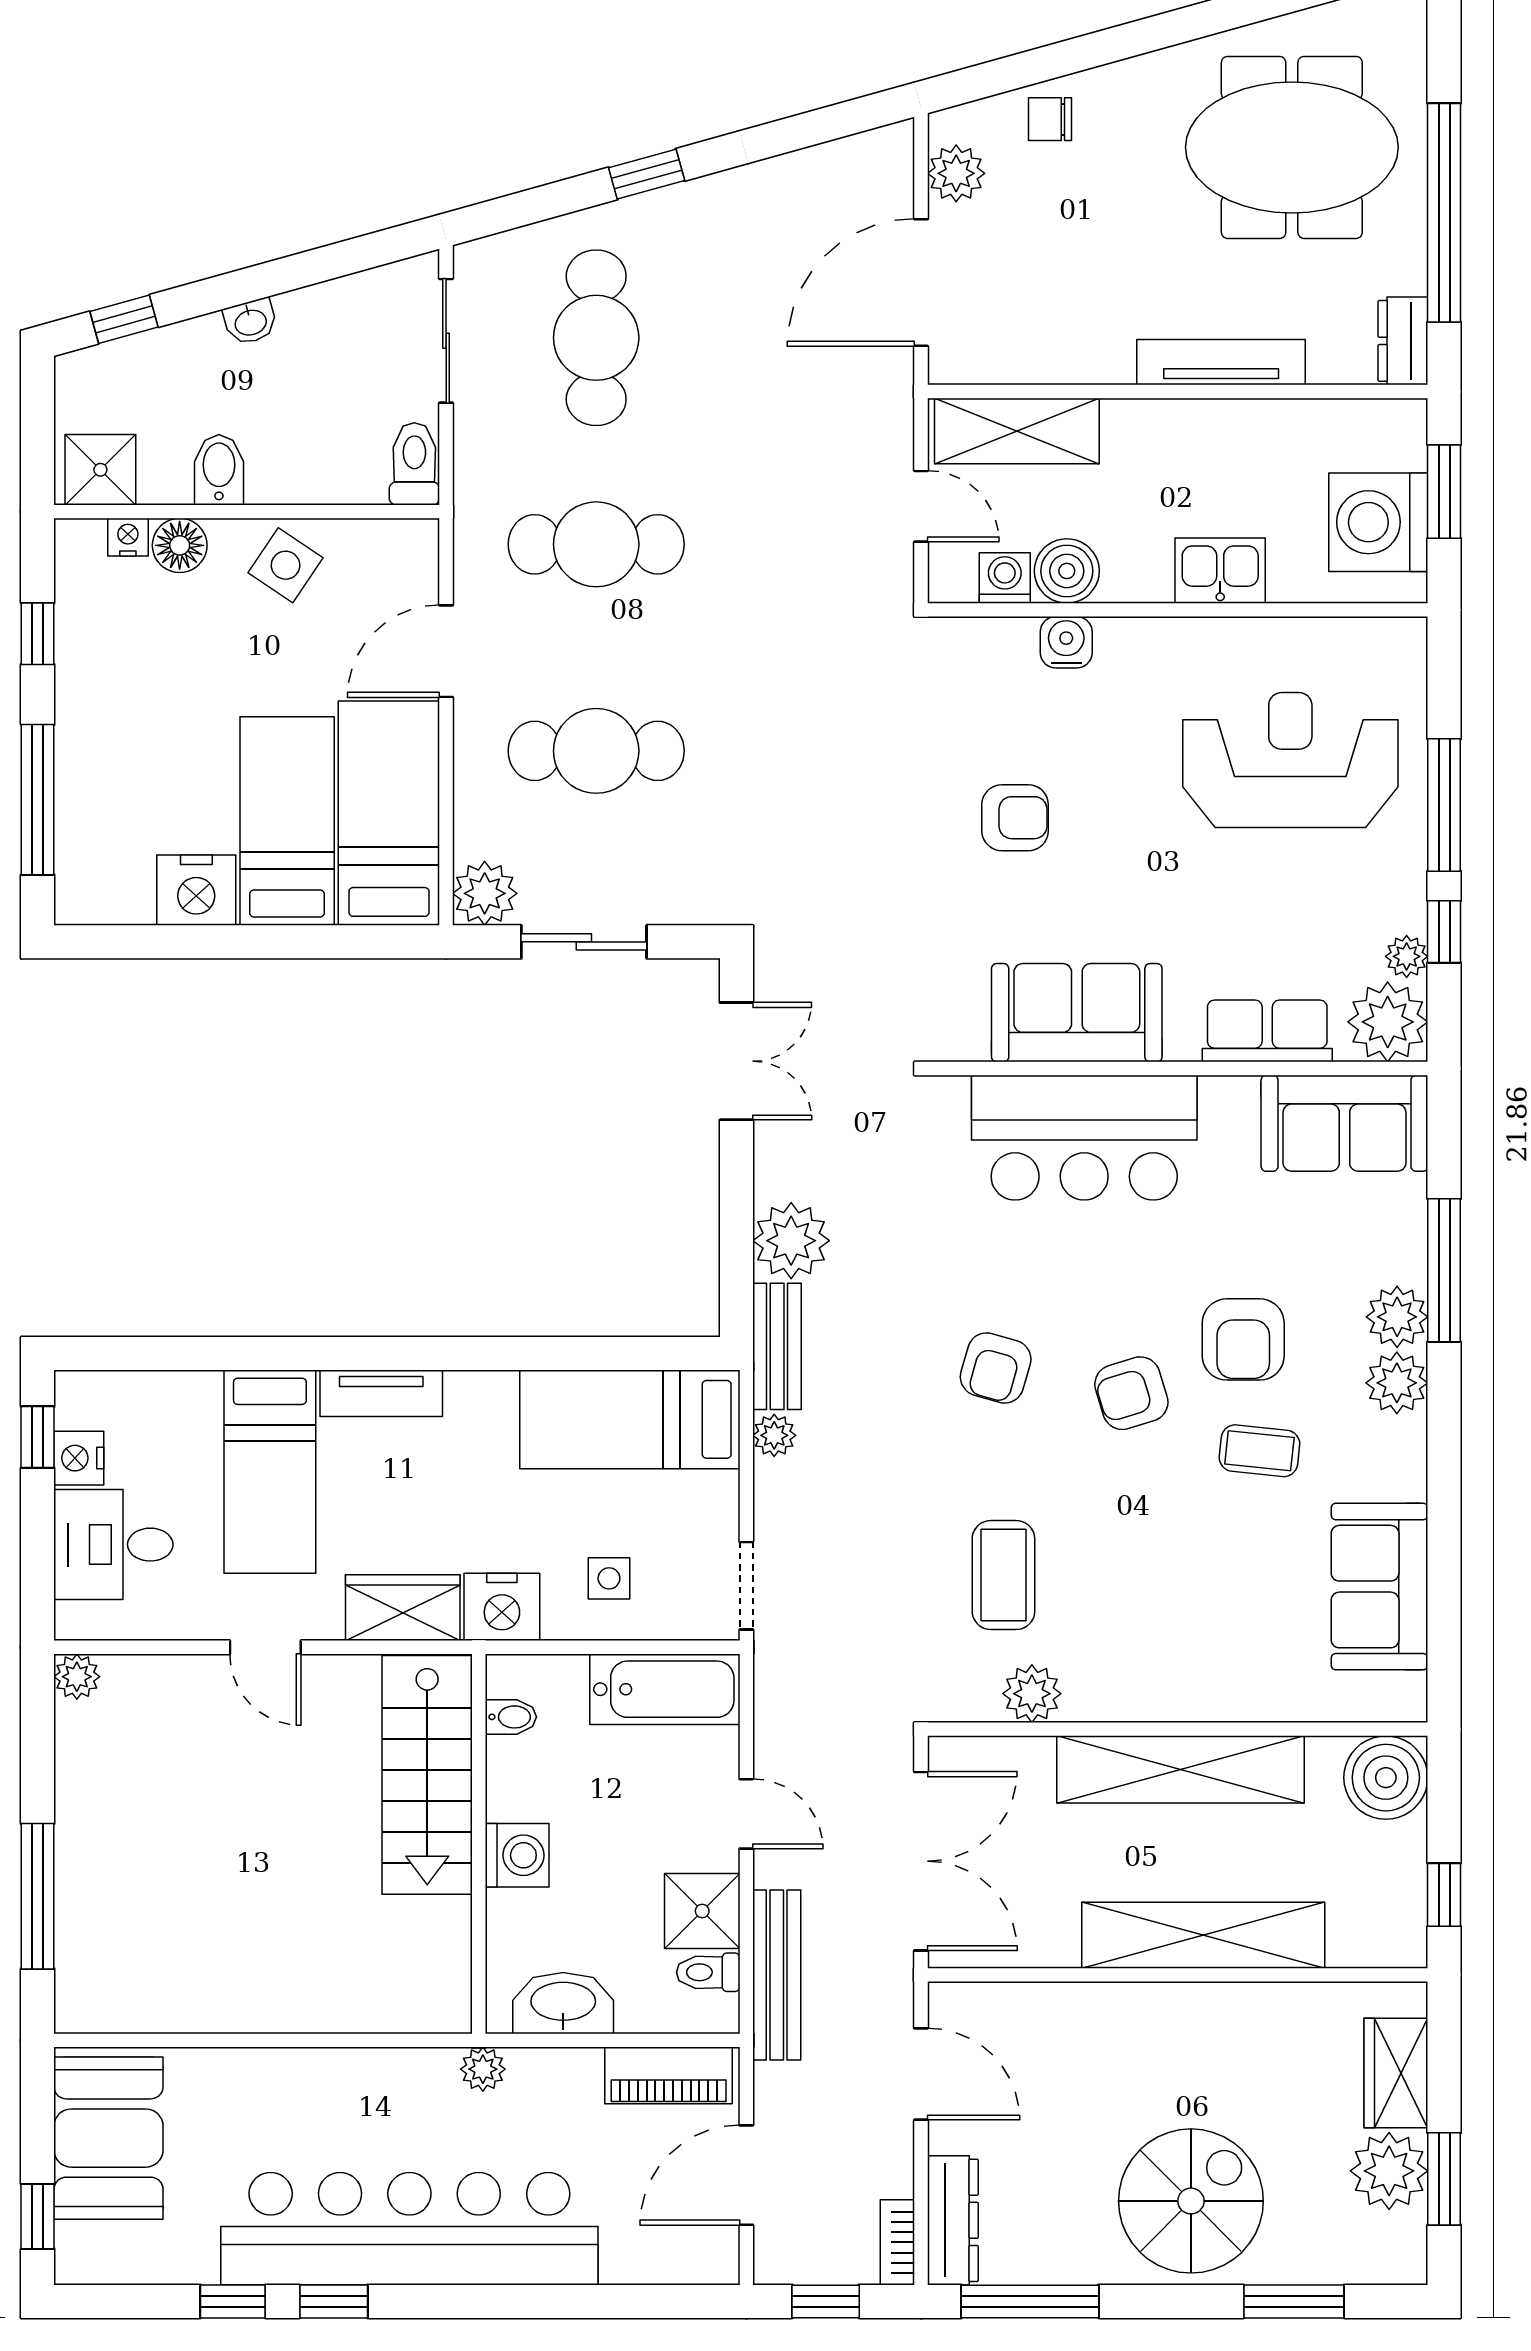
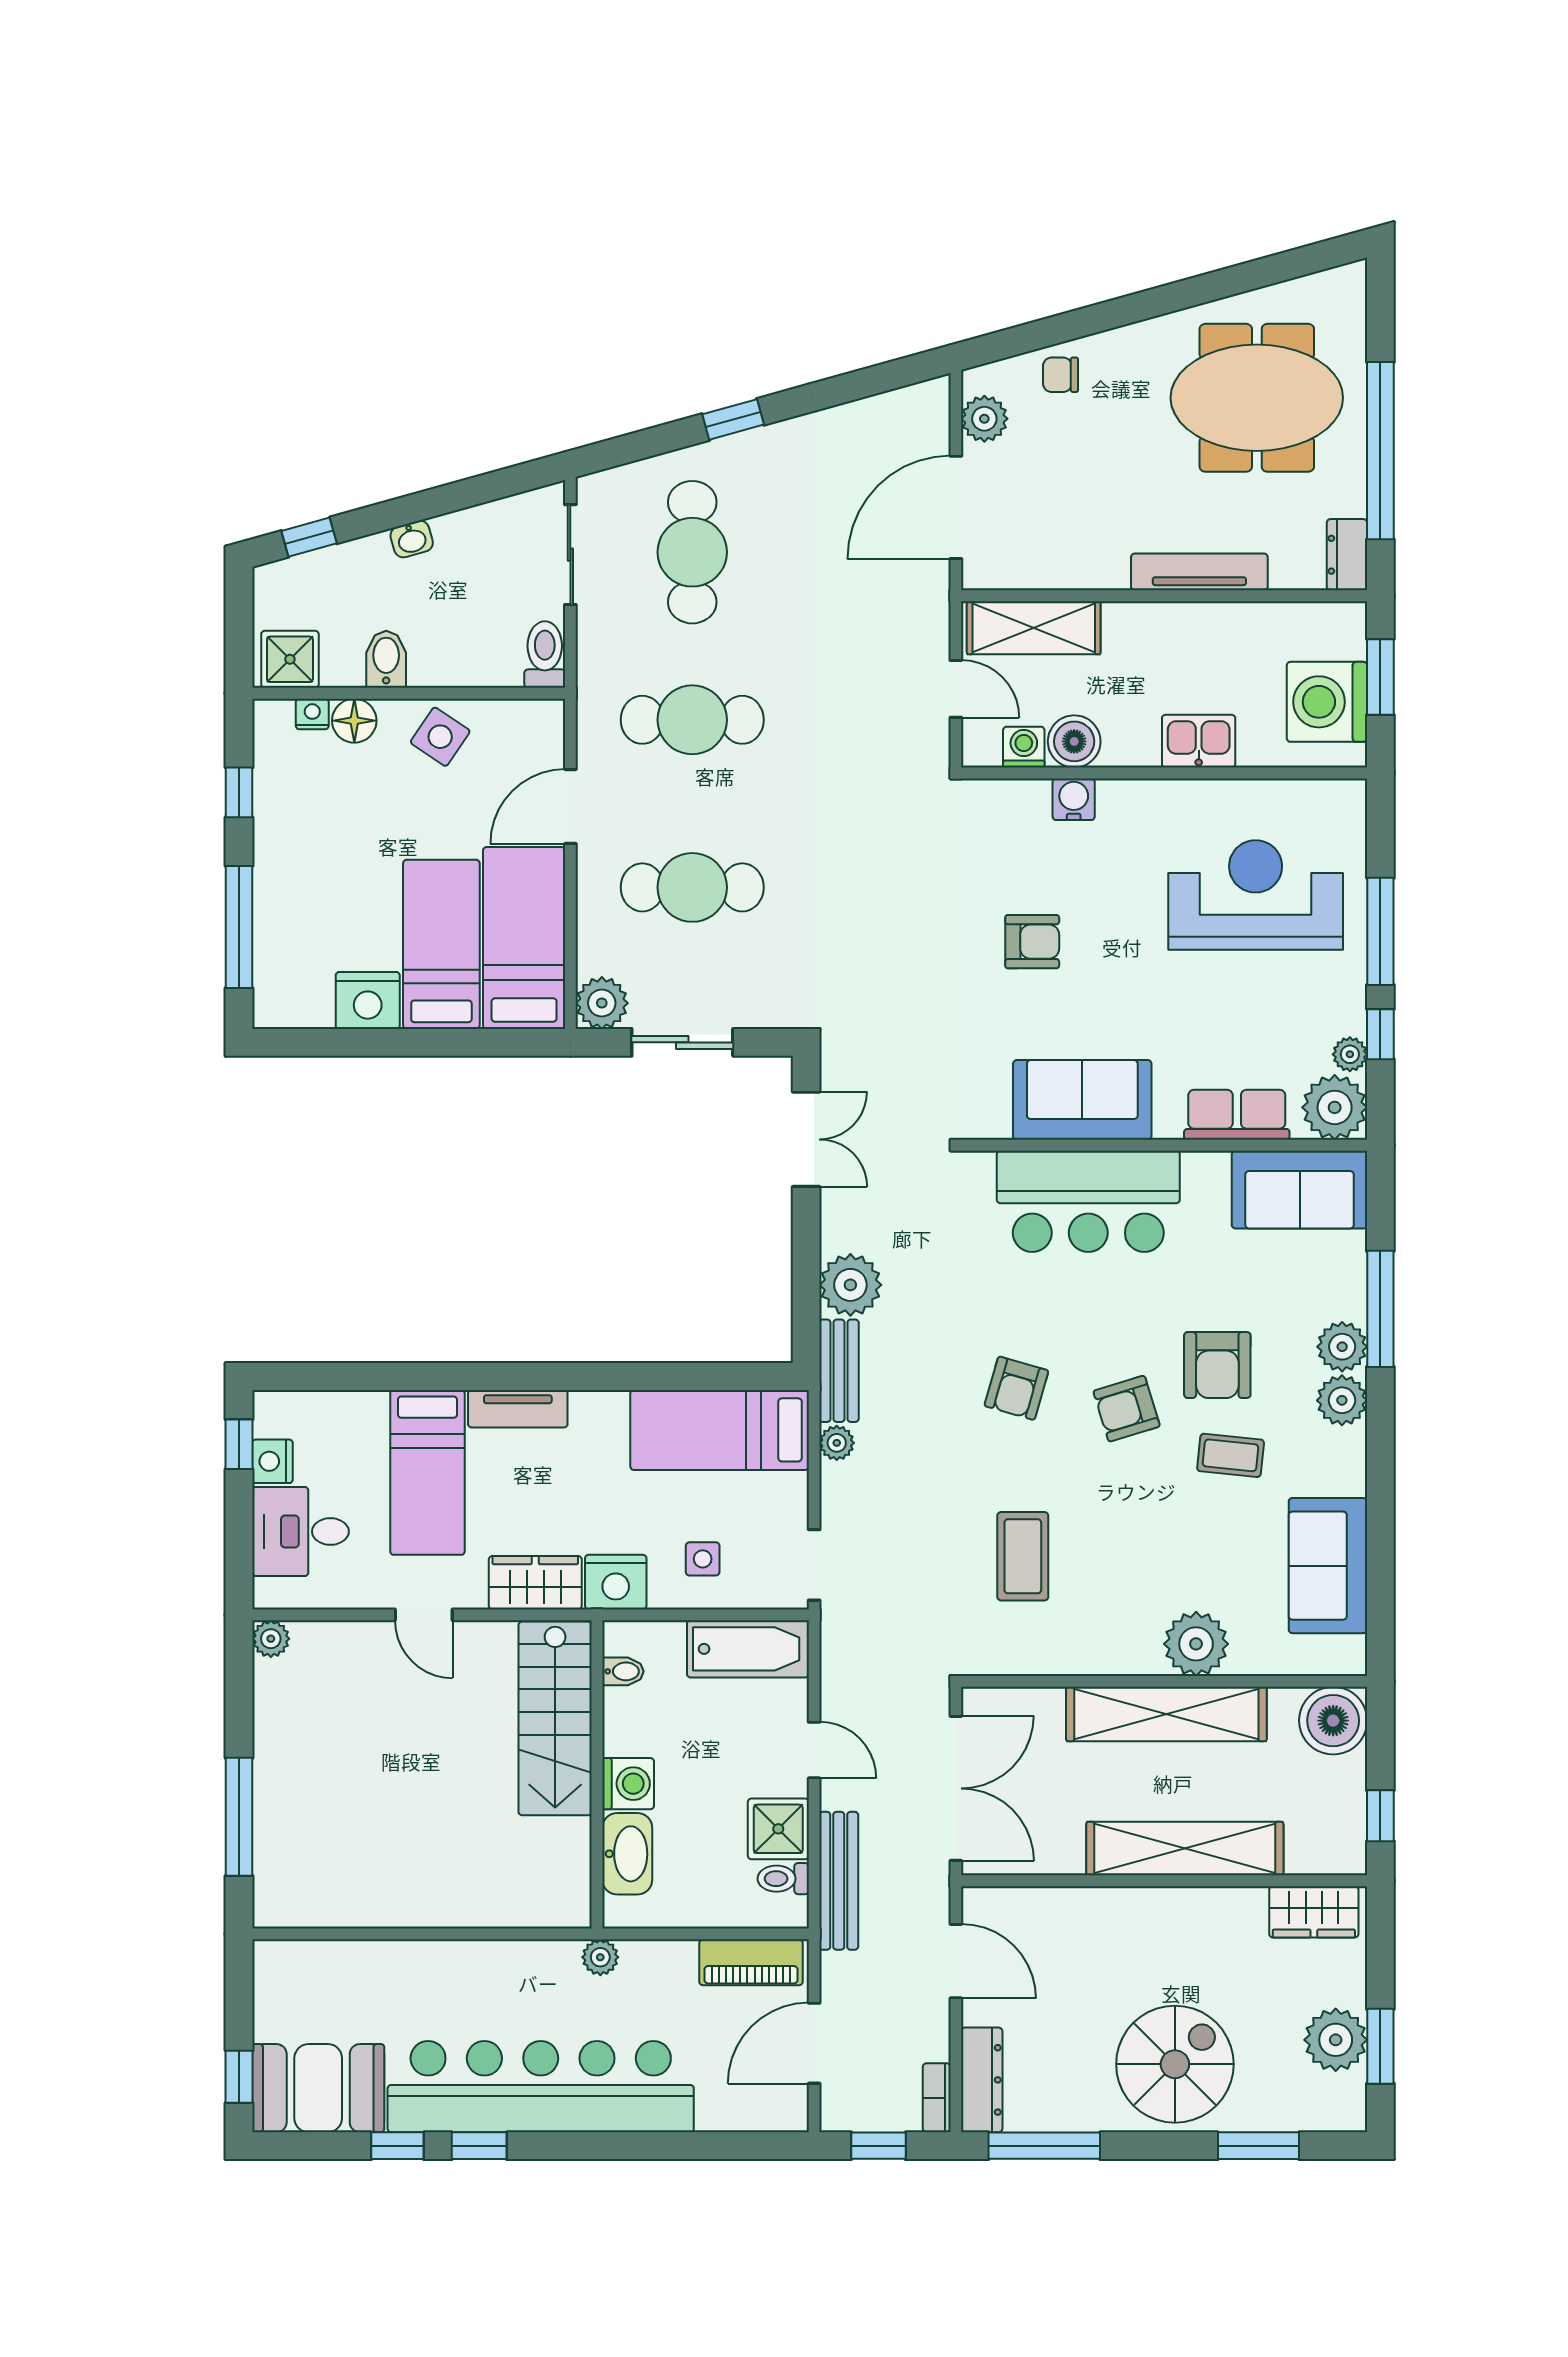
plant: (1032, 1694) -> (1196, 1644), moved, width x1.36, depth x1.36
washbasin: (563, 2003) -> (627, 1854), moved, turned 90
wardrobe: (1396, 2073) -> (1314, 1912), moved, turned -90
booth: (108, 2138) -> (318, 2088), moved, turned 90

